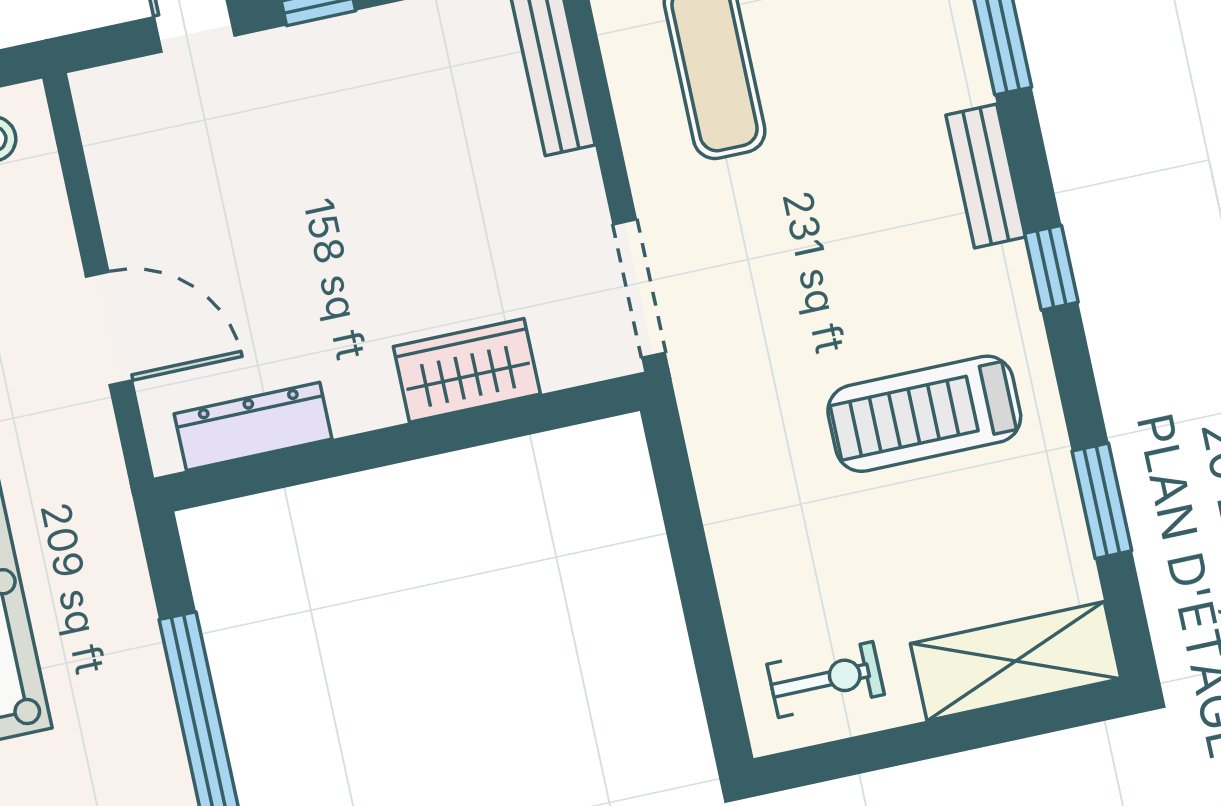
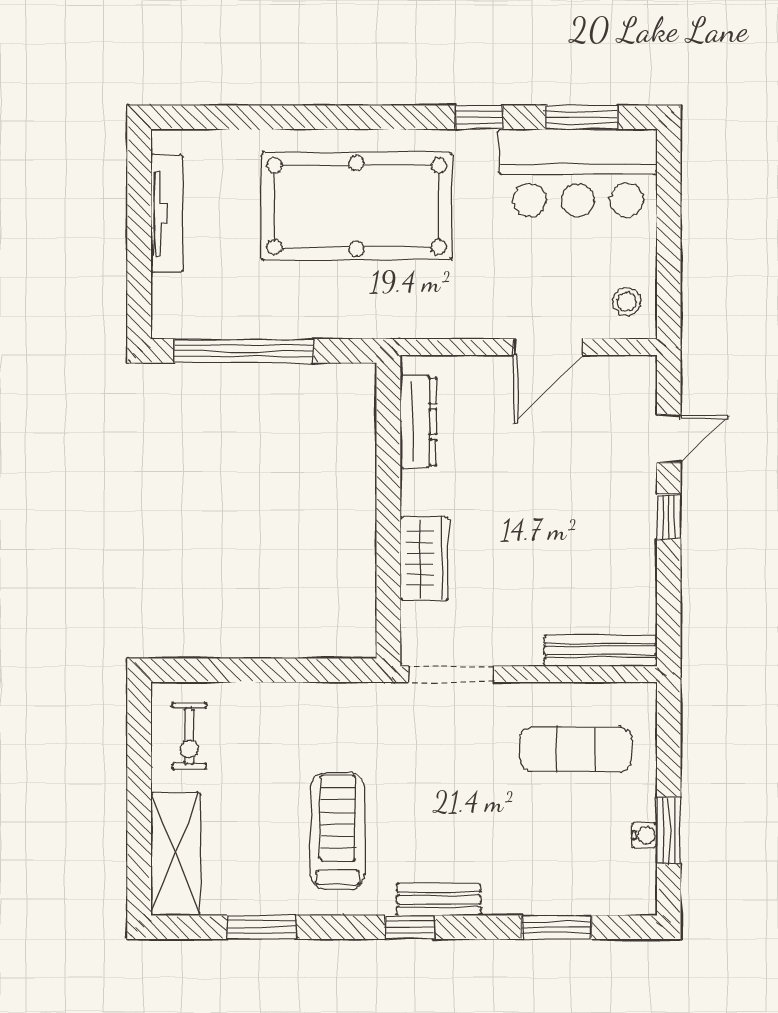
bench: (986, 176) -> (439, 899), moved
door: (109, 328) -> (549, 347), moved

